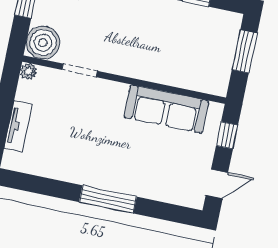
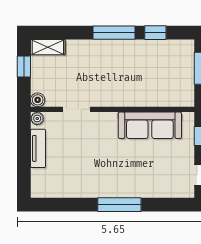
boiler: (43, 43) -> (38, 100), width x0.54, depth x0.54
tv unit: (18, 126) -> (38, 148), moved

